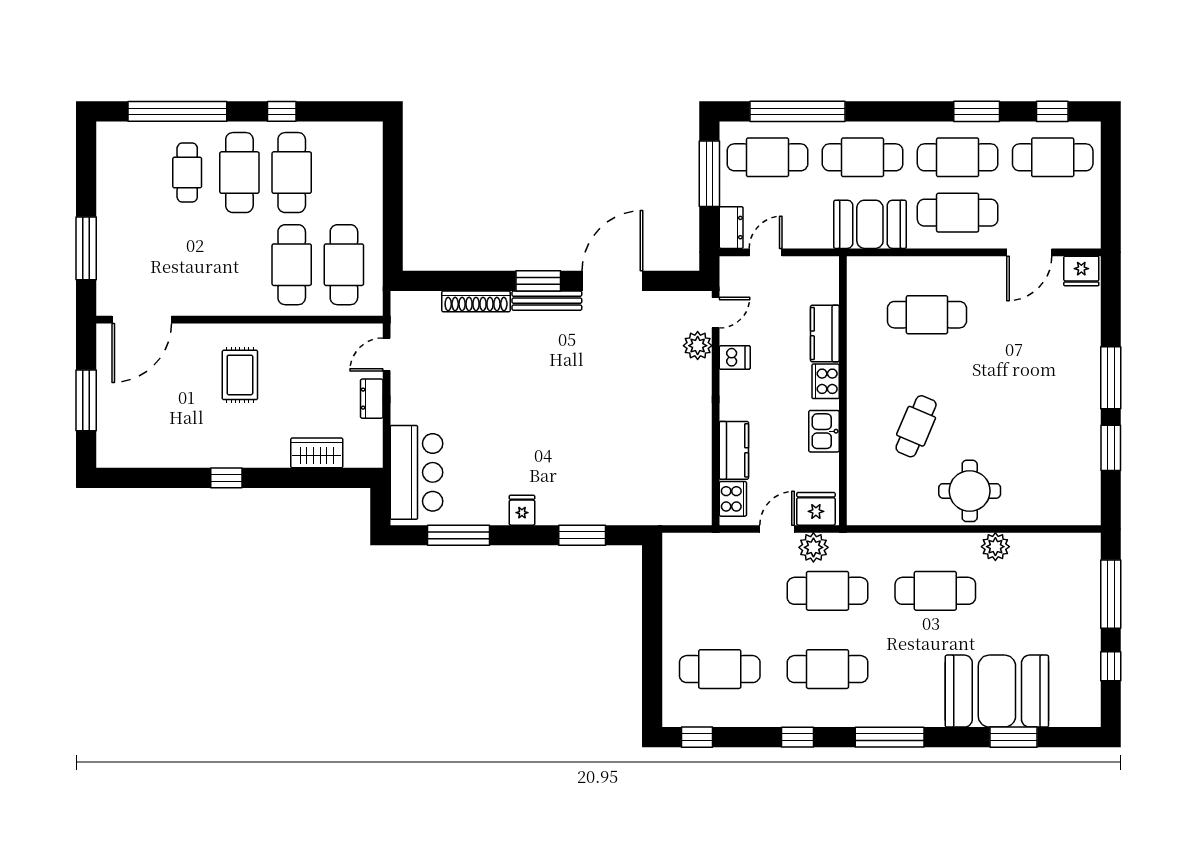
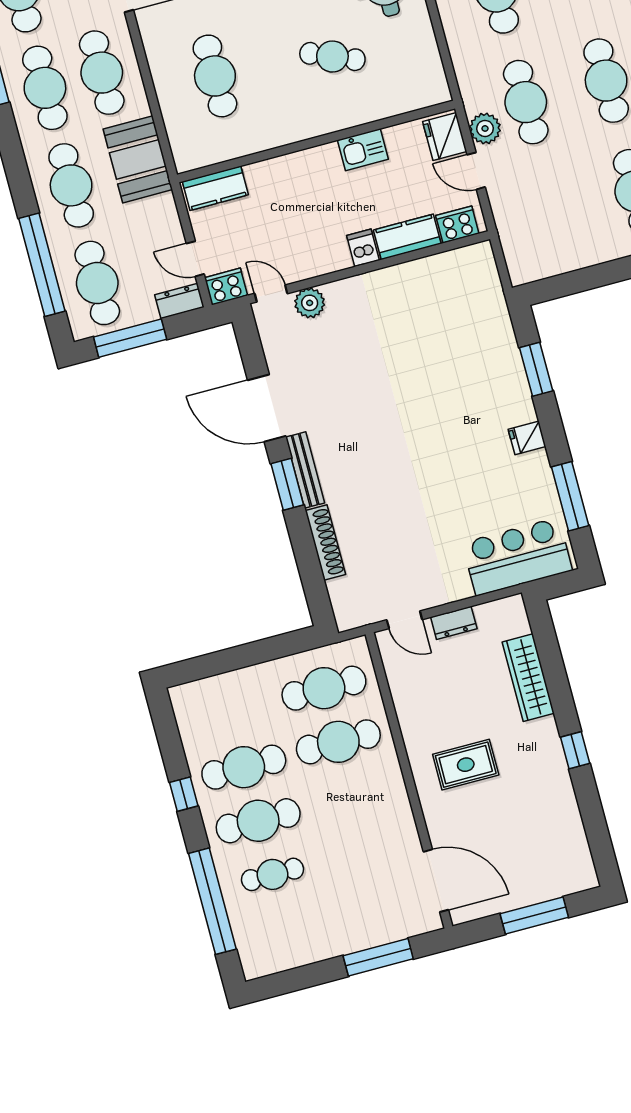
kitchen counter: (825, 333) -> (215, 188), moved
dishwasher: (735, 357) -> (363, 248), moved
cooker: (826, 381) -> (226, 287), moved, turned 180
wardrobe: (317, 453) -> (528, 678), width x1.50

